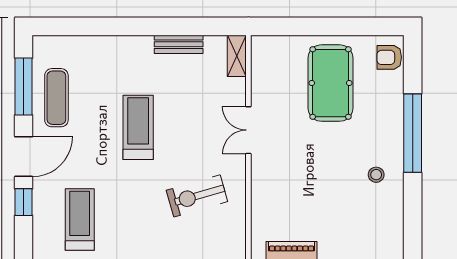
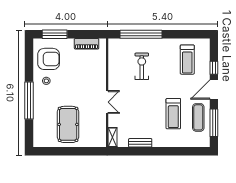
armchair: (389, 57) -> (49, 59), moved, width x1.88, depth x1.88
treadmill: (138, 127) -> (173, 114), moved
exercise bike: (197, 196) -> (142, 66), moved, turned -74

